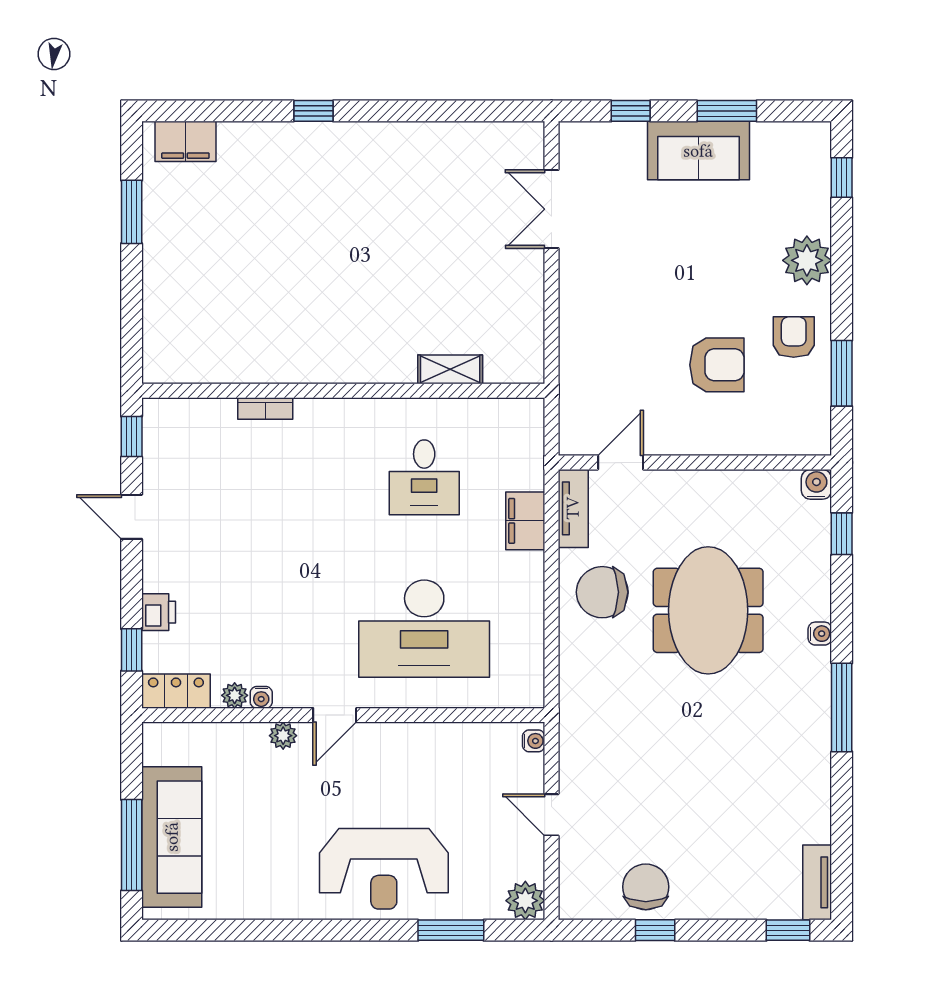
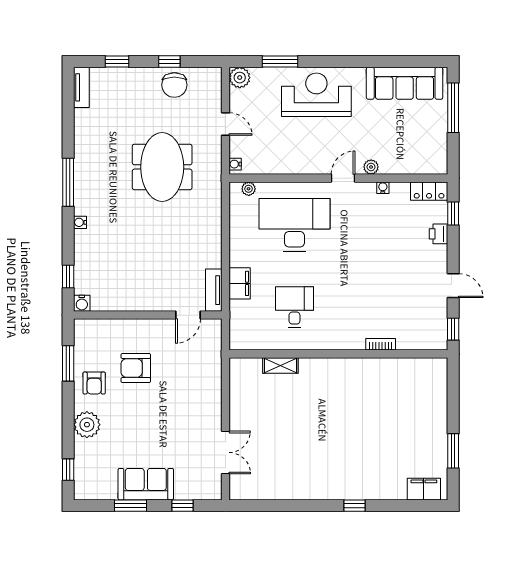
chair: (602, 592) -> (198, 245), removed
meeting table: (708, 610) -> (162, 167), moved
plant: (235, 695) -> (249, 189), moved
sofa: (172, 837) -> (405, 83), moved, turned -90
window: (788, 930) -> (117, 61), moved

